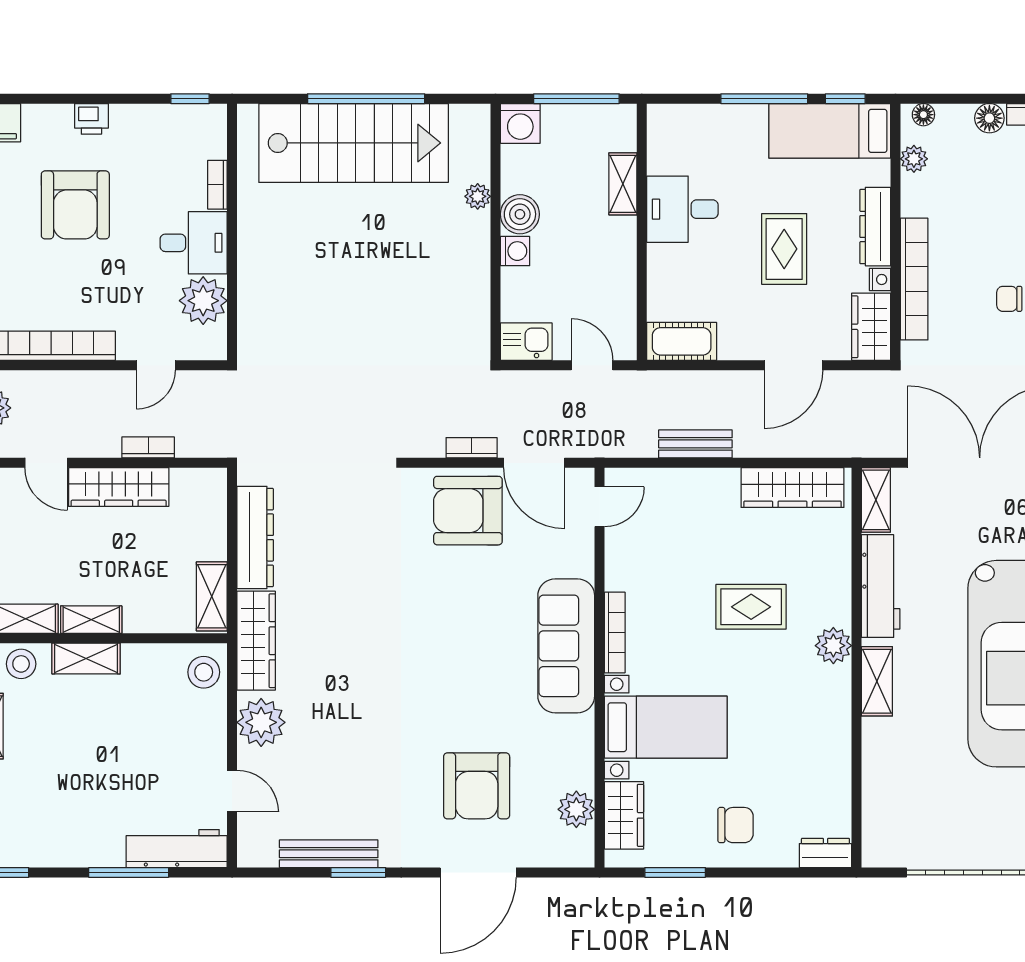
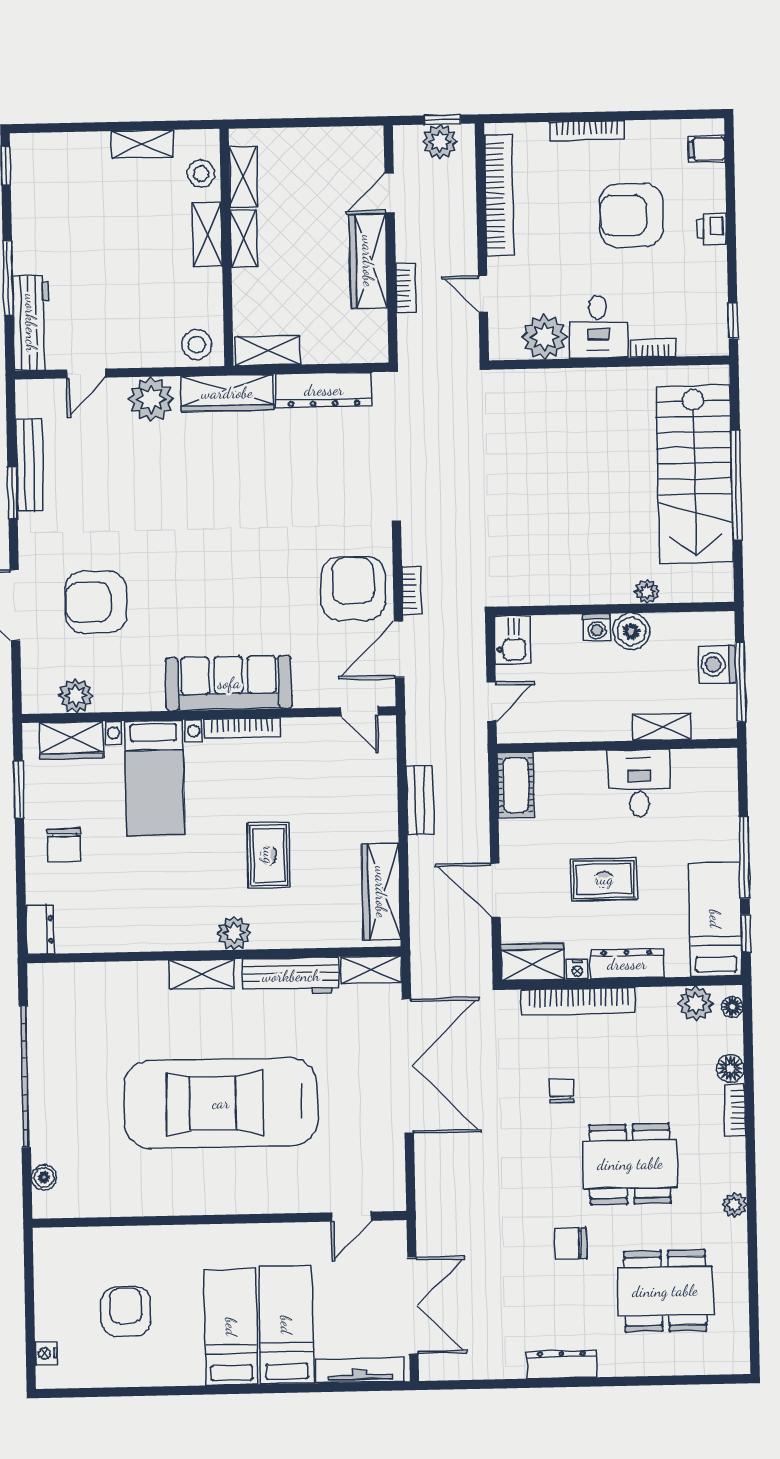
washing machine: (520, 123) -> (717, 664), moved
plant: (914, 159) -> (696, 1003), width x1.38, depth x1.38

